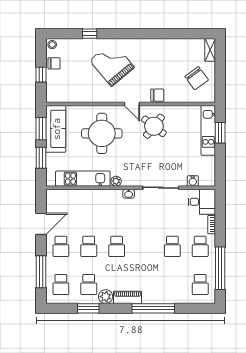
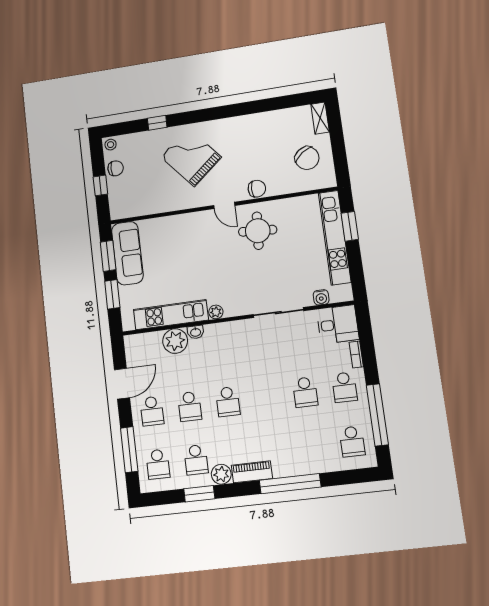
round table: (154, 126) -> (258, 231), turned -34
kitchen unit: (208, 130) -> (335, 238), width x1.36
round table: (102, 133) -> (189, 250), removed
washbasin: (129, 194) -> (196, 332), moved
plant: (84, 198) -> (175, 341), added

